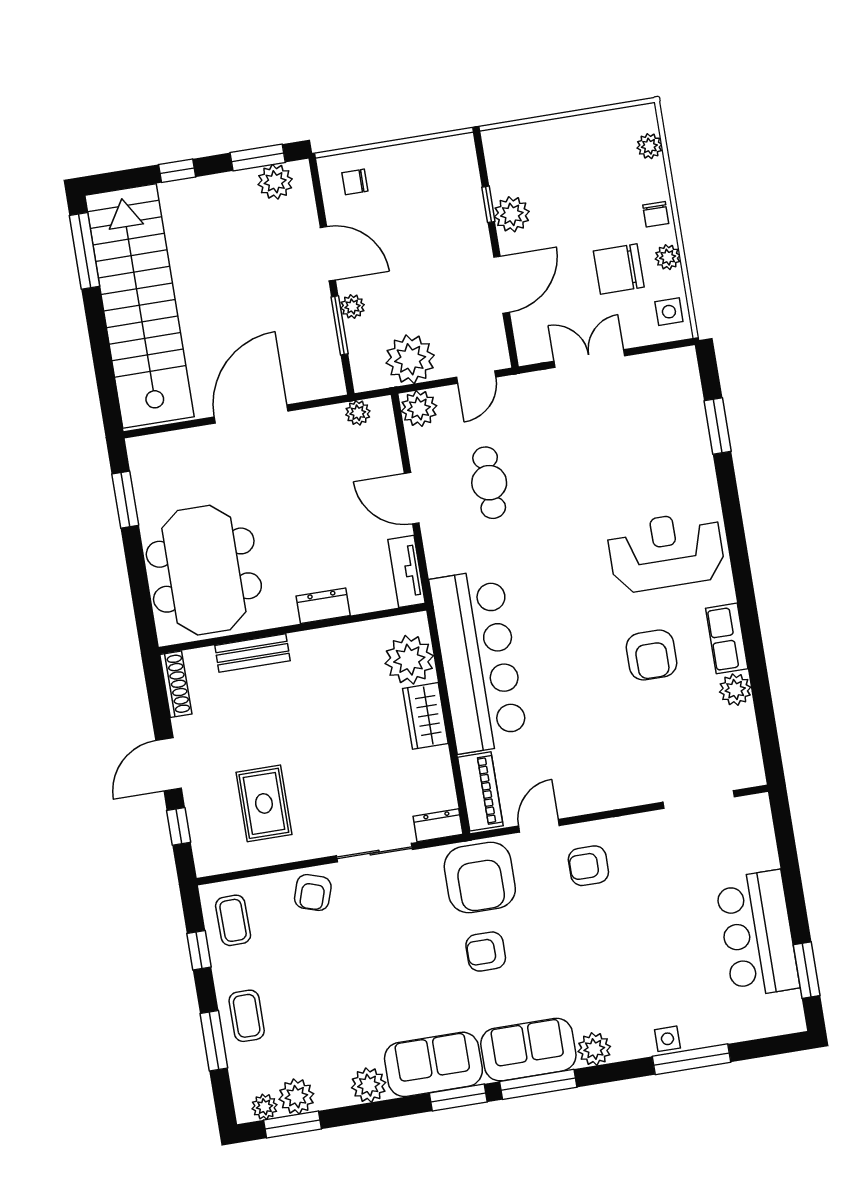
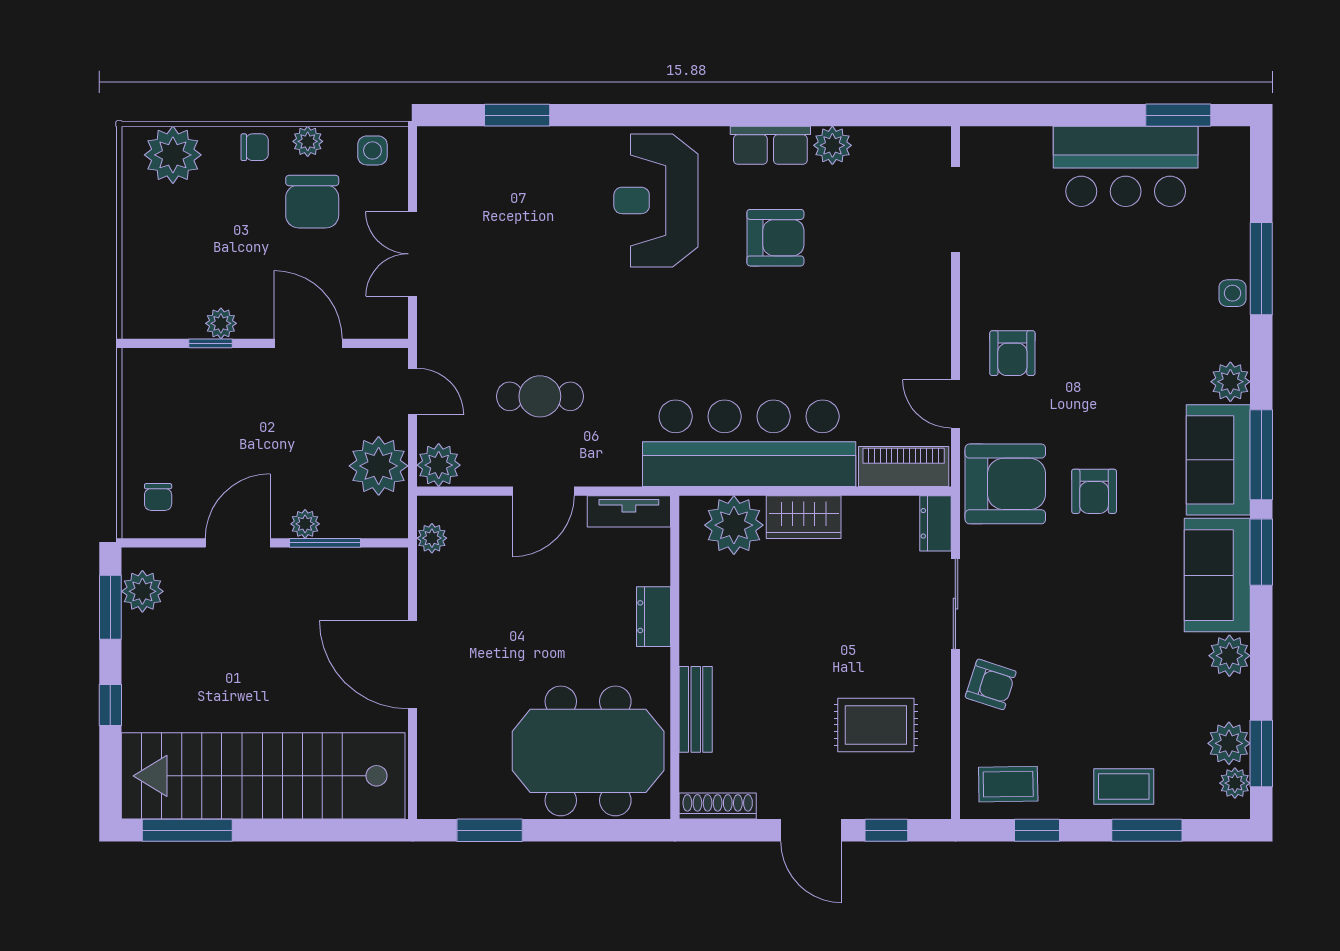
plant: (649, 146) -> (173, 155), width x1.87, depth x1.87
plant: (512, 214) -> (221, 323), width x0.73, depth x0.73

